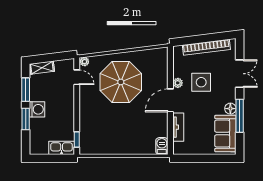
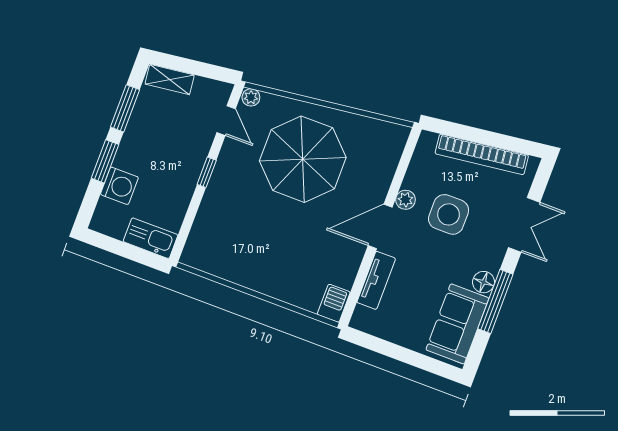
washing machine: (37, 109) -> (119, 186), moved
window: (77, 139) -> (207, 172), moved

